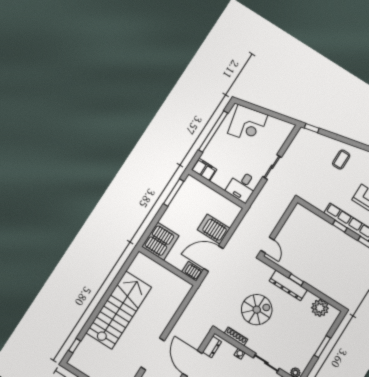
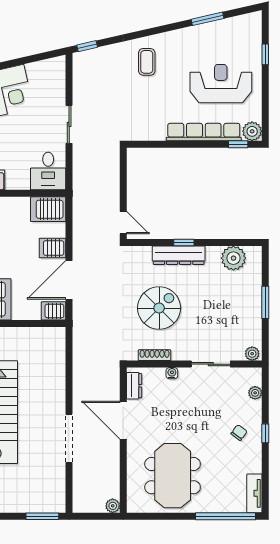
server rack: (228, 209) -> (48, 209), added
window: (340, 226) -> (196, 144), removed
server rack: (214, 229) -> (52, 248), width x0.73, depth x0.70

